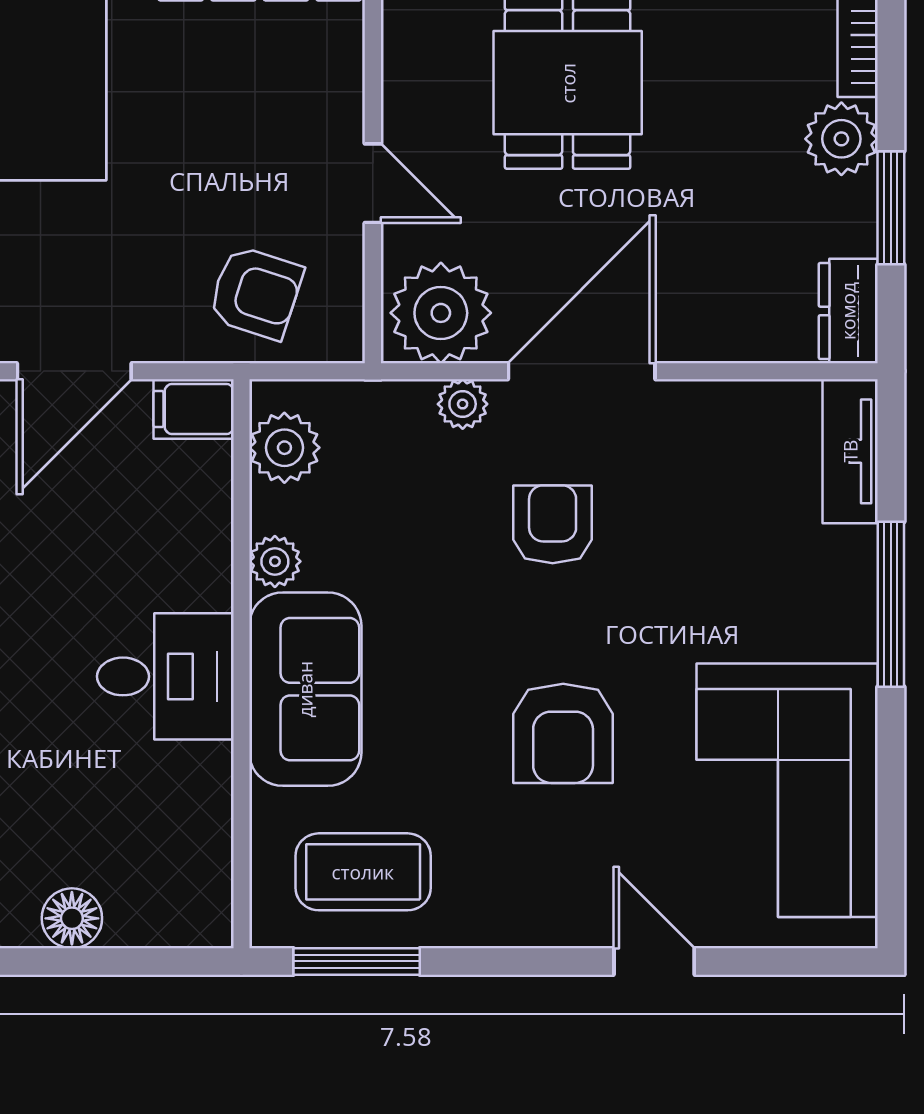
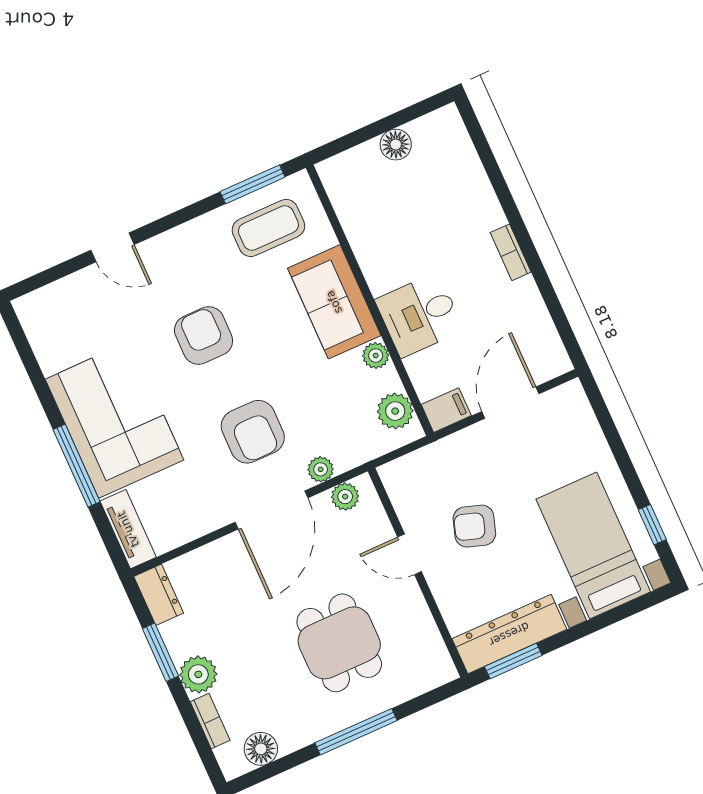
armchair: (256, 293) -> (474, 526), moved
plant: (441, 313) -> (345, 497), width x0.53, depth x0.53
armchair: (553, 524) -> (253, 432), width x1.38, depth x1.38
desk: (165, 676) -> (419, 315), moved
corner sofa: (787, 790) -> (114, 420), moved

